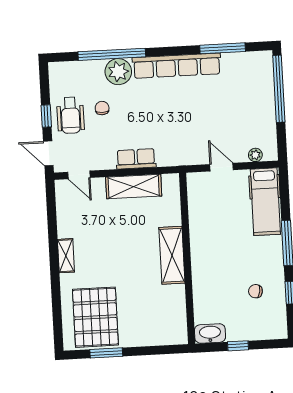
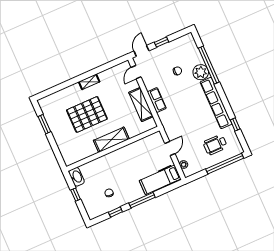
window: (223, 48) -> (235, 124), width x0.46
wheelchair: (70, 115) -> (215, 145), moved
pallet: (95, 317) -> (87, 114), moved

